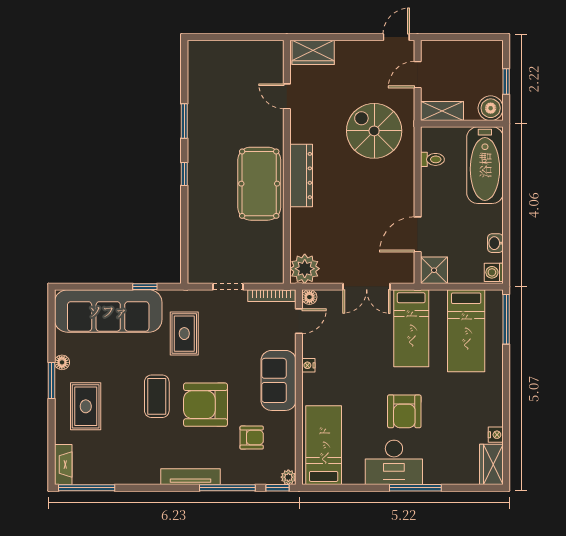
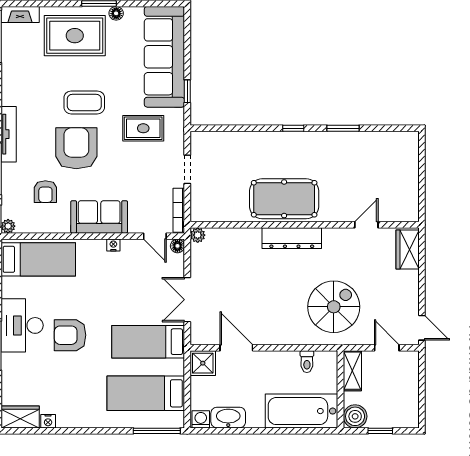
washbasin: (495, 243) -> (228, 418), width x1.91, depth x1.45
plant: (305, 269) -> (198, 235), width x0.53, depth x0.53
rug: (86, 406) -> (75, 36), width x1.36, depth x1.43

